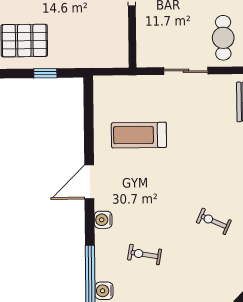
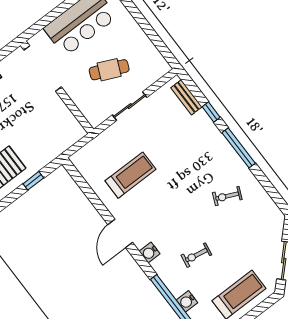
cafe table: (223, 38) -> (109, 70), moved, turned -66
treadmill: (139, 135) -> (130, 175), turned 180

